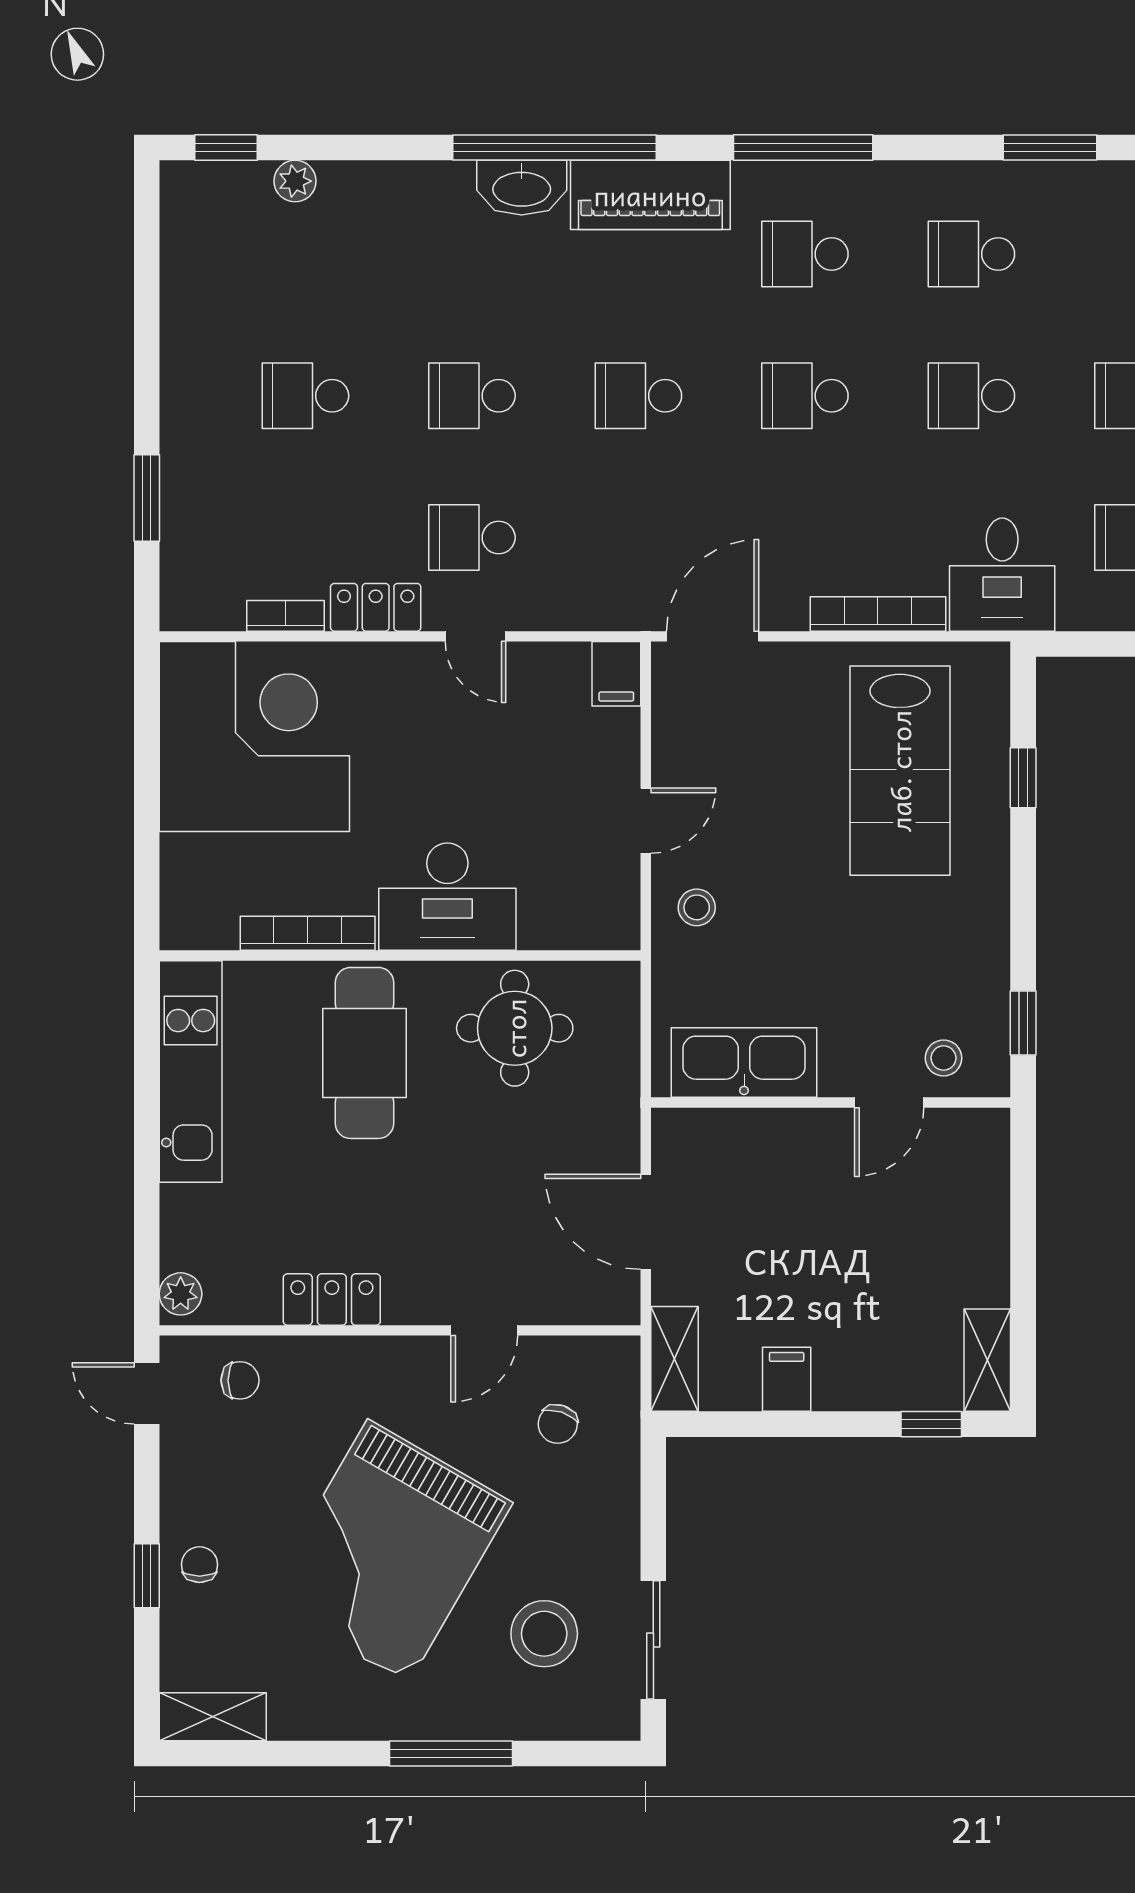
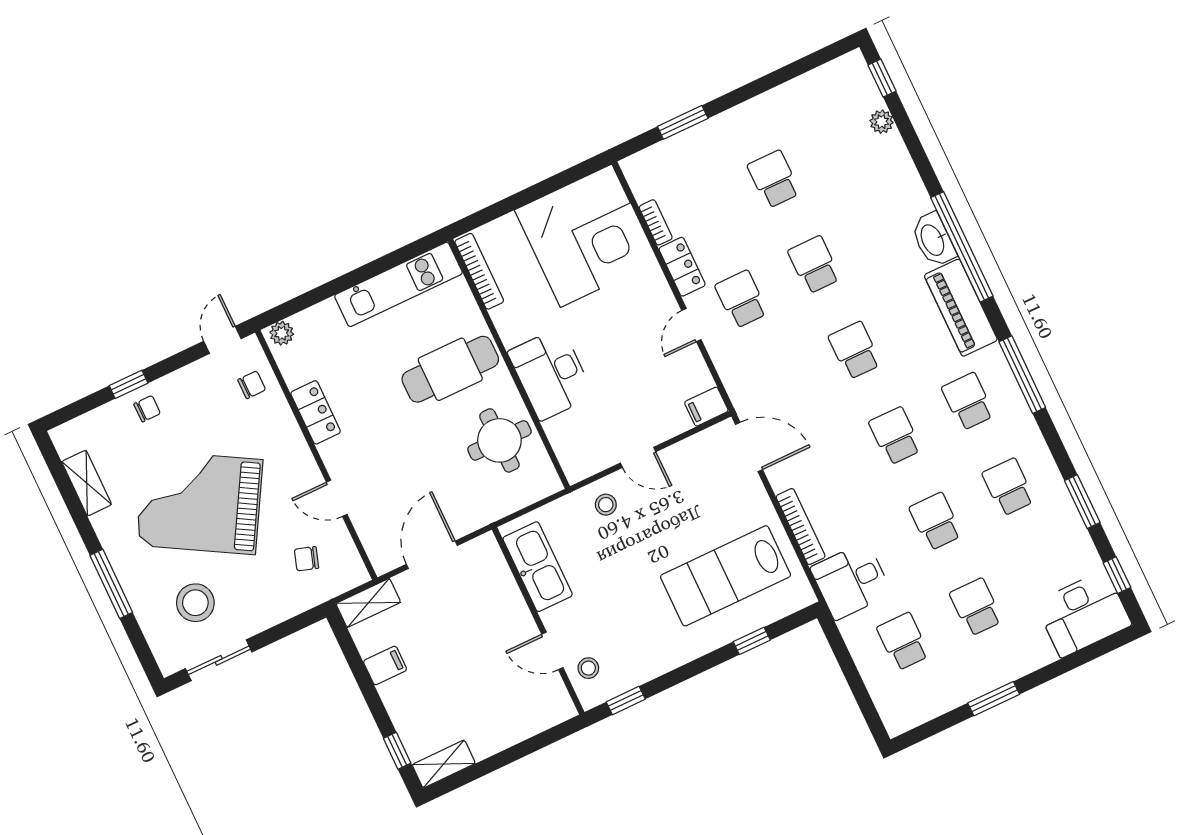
bookcase: (308, 933) -> (479, 271), moved
chair: (240, 1380) -> (252, 385), turned -90
shelving: (213, 1717) -> (87, 483), moved

